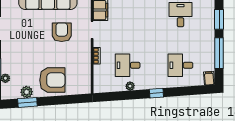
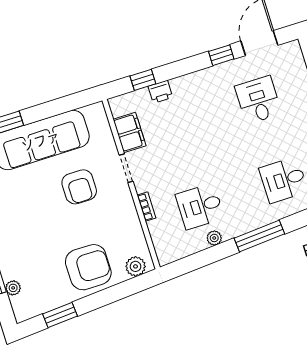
armchair: (62, 32) -> (79, 187), turned 180
plant: (27, 92) -> (136, 266), moved
window: (156, 93) -> (259, 236), width x2.17

